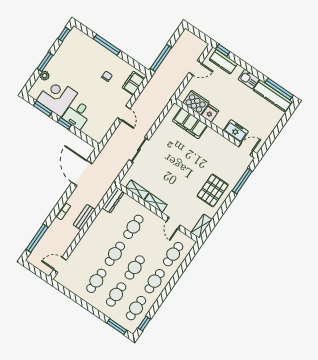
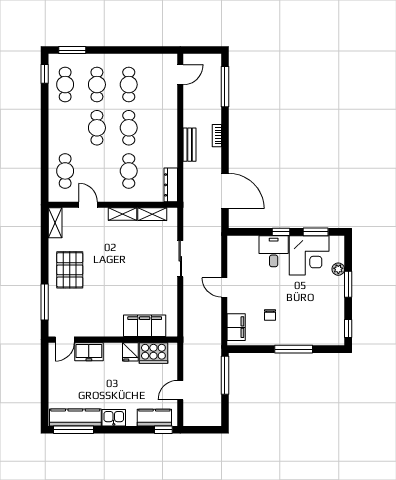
cafe table: (155, 281) -> (65, 128), removed

